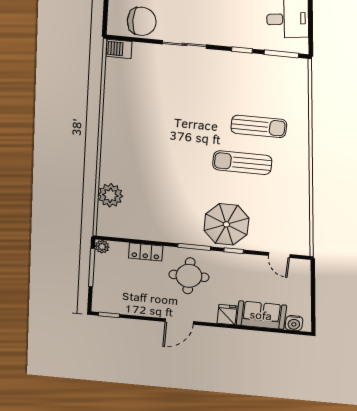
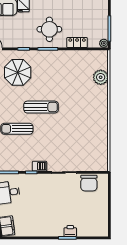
chair: (142, 21) -> (89, 183), turned -90
barbecue: (119, 49) -> (40, 166), moved
sun lounger: (242, 163) -> (41, 107), moved
parasol: (226, 224) -> (18, 72), moved

